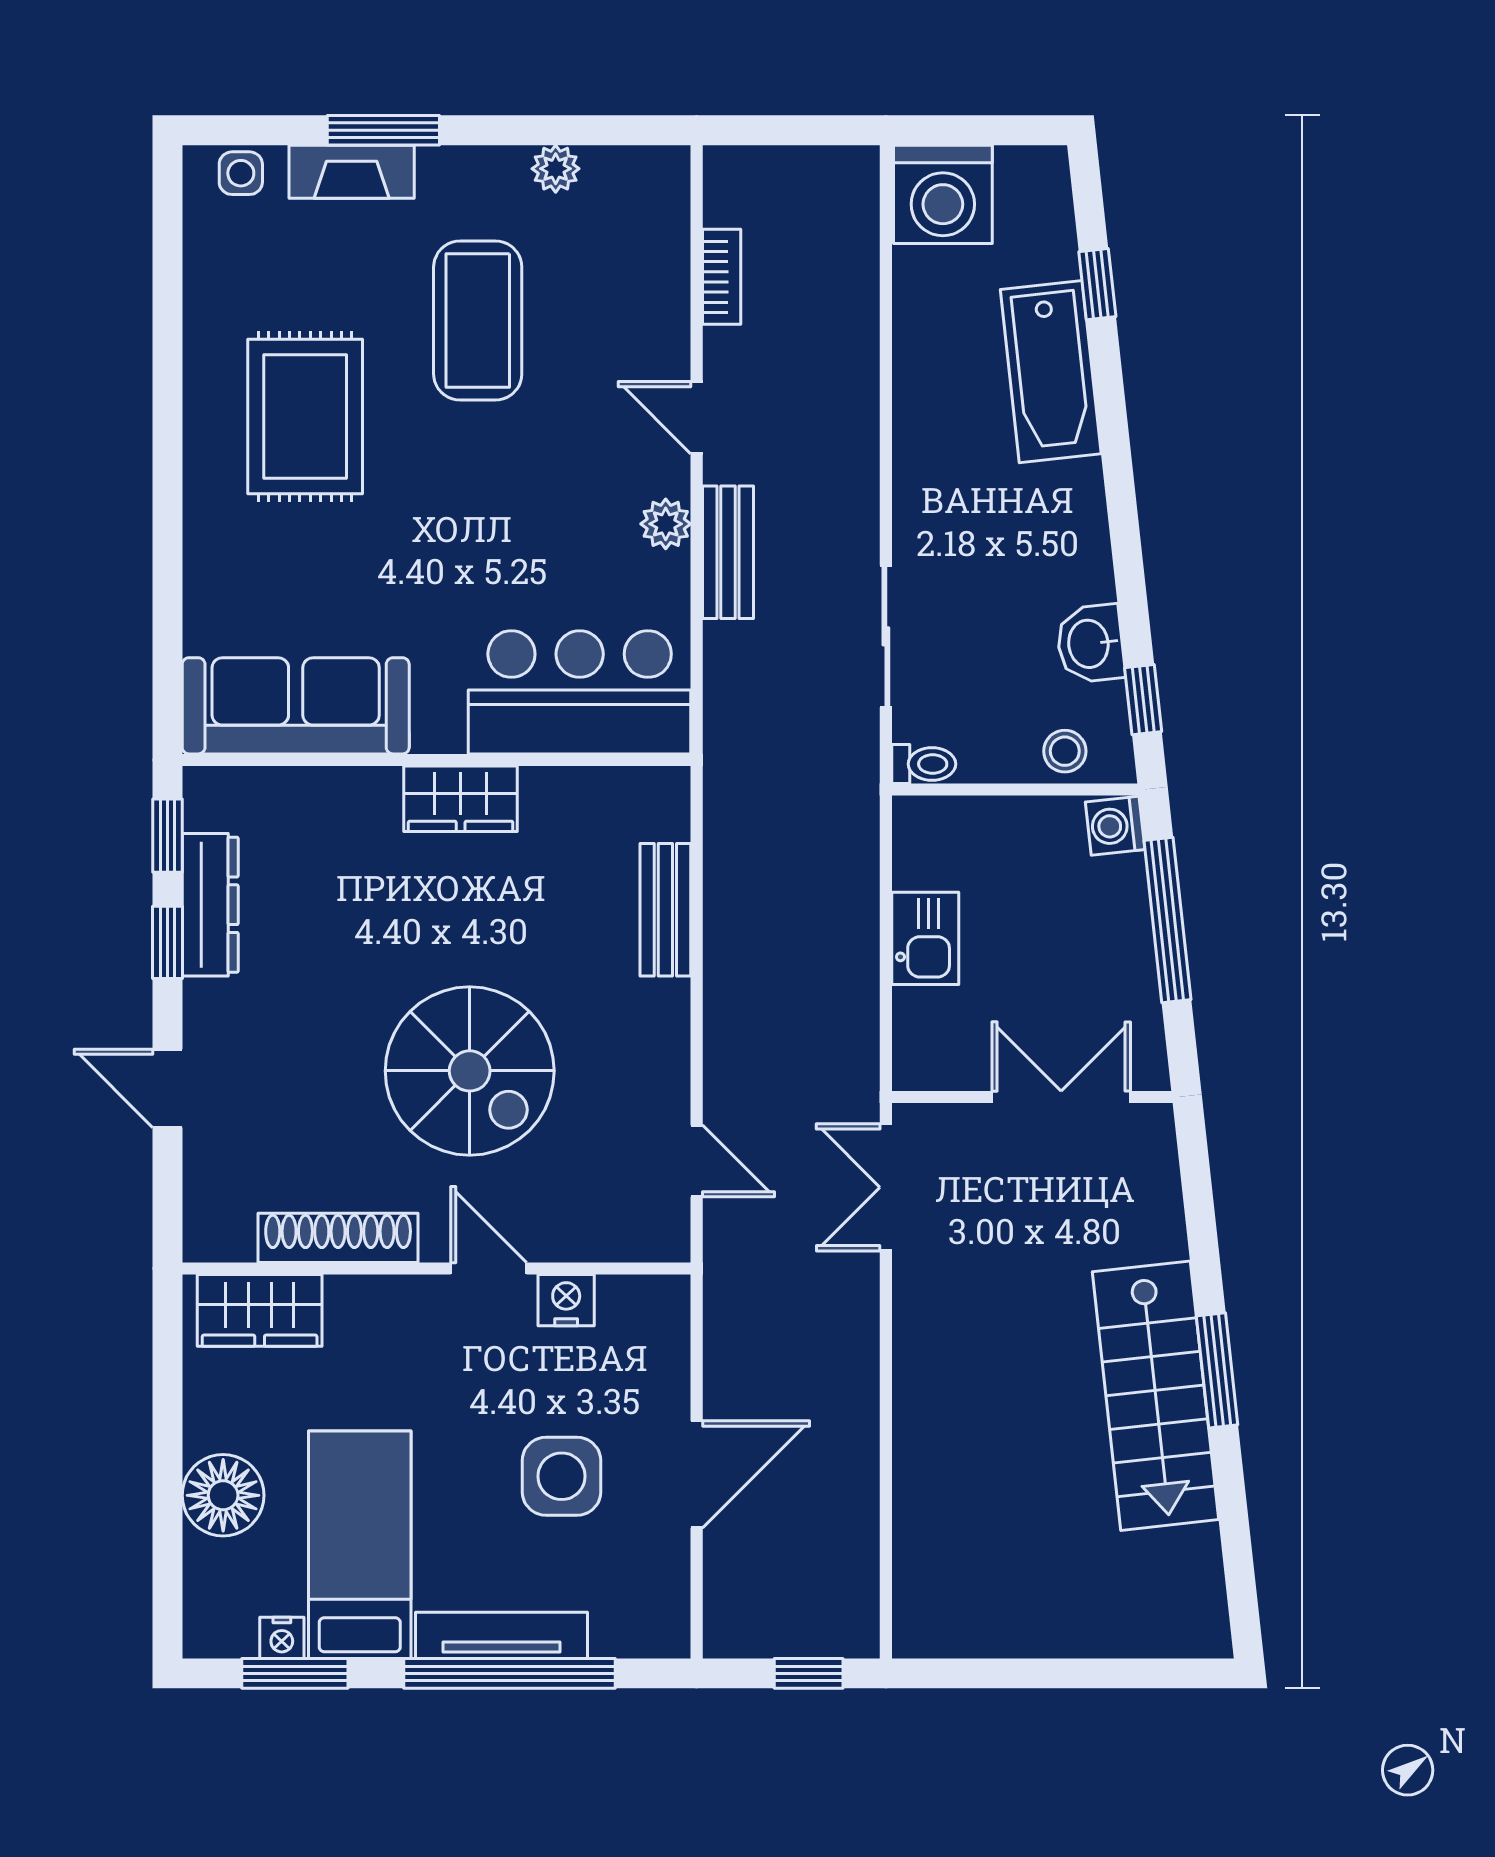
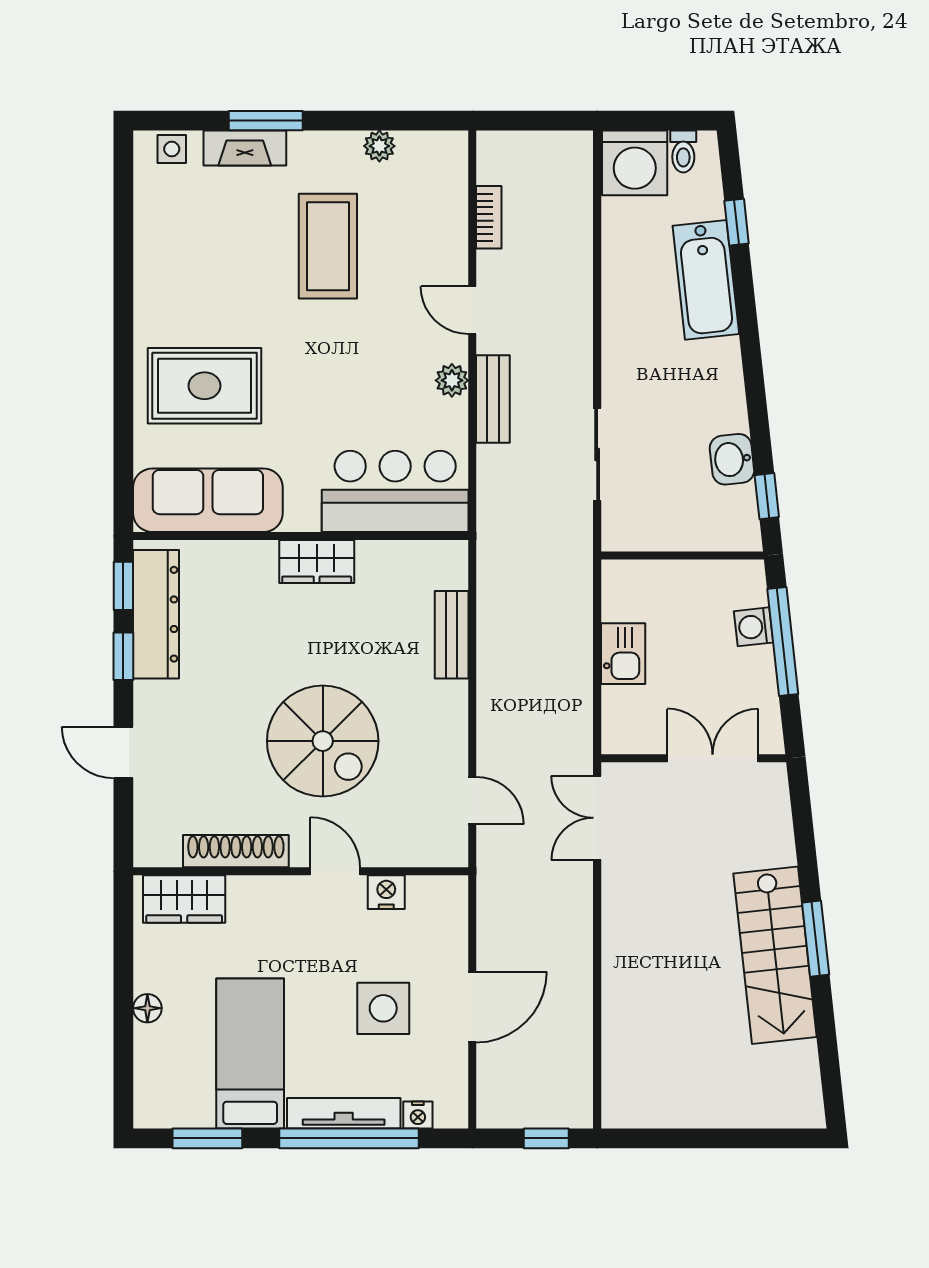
rug: (305, 416) -> (205, 386), moved, turned 90
stool: (1065, 751) -> (715, 530), removed
toilet: (924, 764) -> (683, 152), moved, turned 90
washing machine: (1115, 826) -> (754, 627), moved
dresser: (210, 905) -> (156, 614), width x1.37, depth x1.24
floor lamp: (223, 1495) -> (147, 1008), width x0.53, depth x0.53
nightstand: (282, 1638) -> (418, 1115), moved

